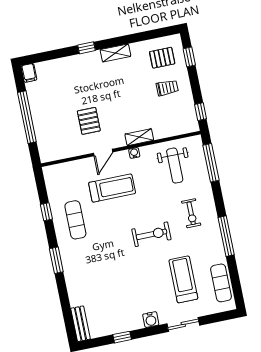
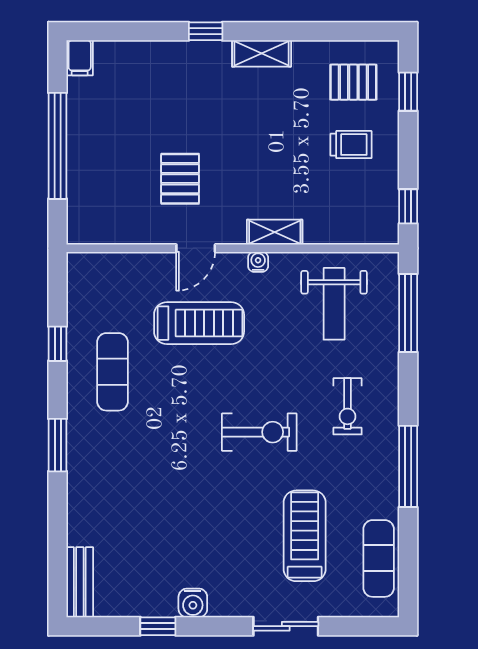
water cooler: (151, 320) -> (193, 603), moved

